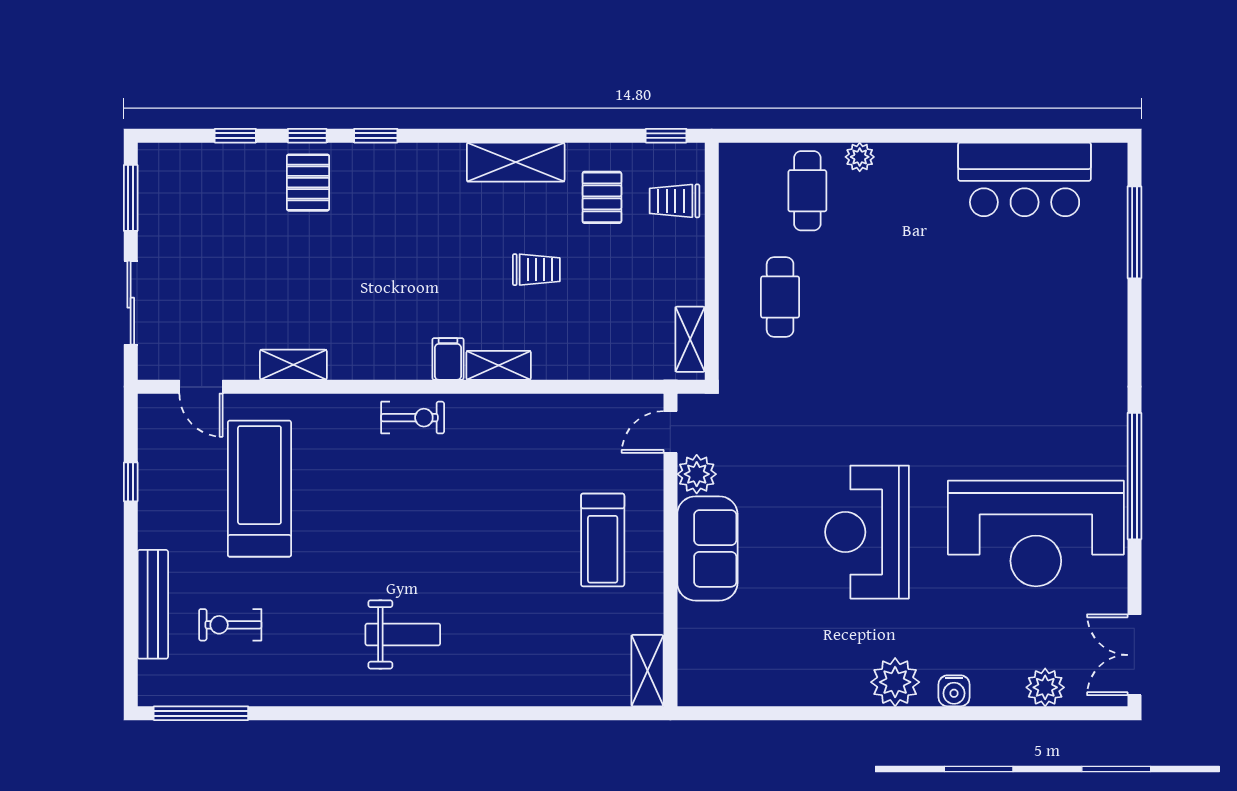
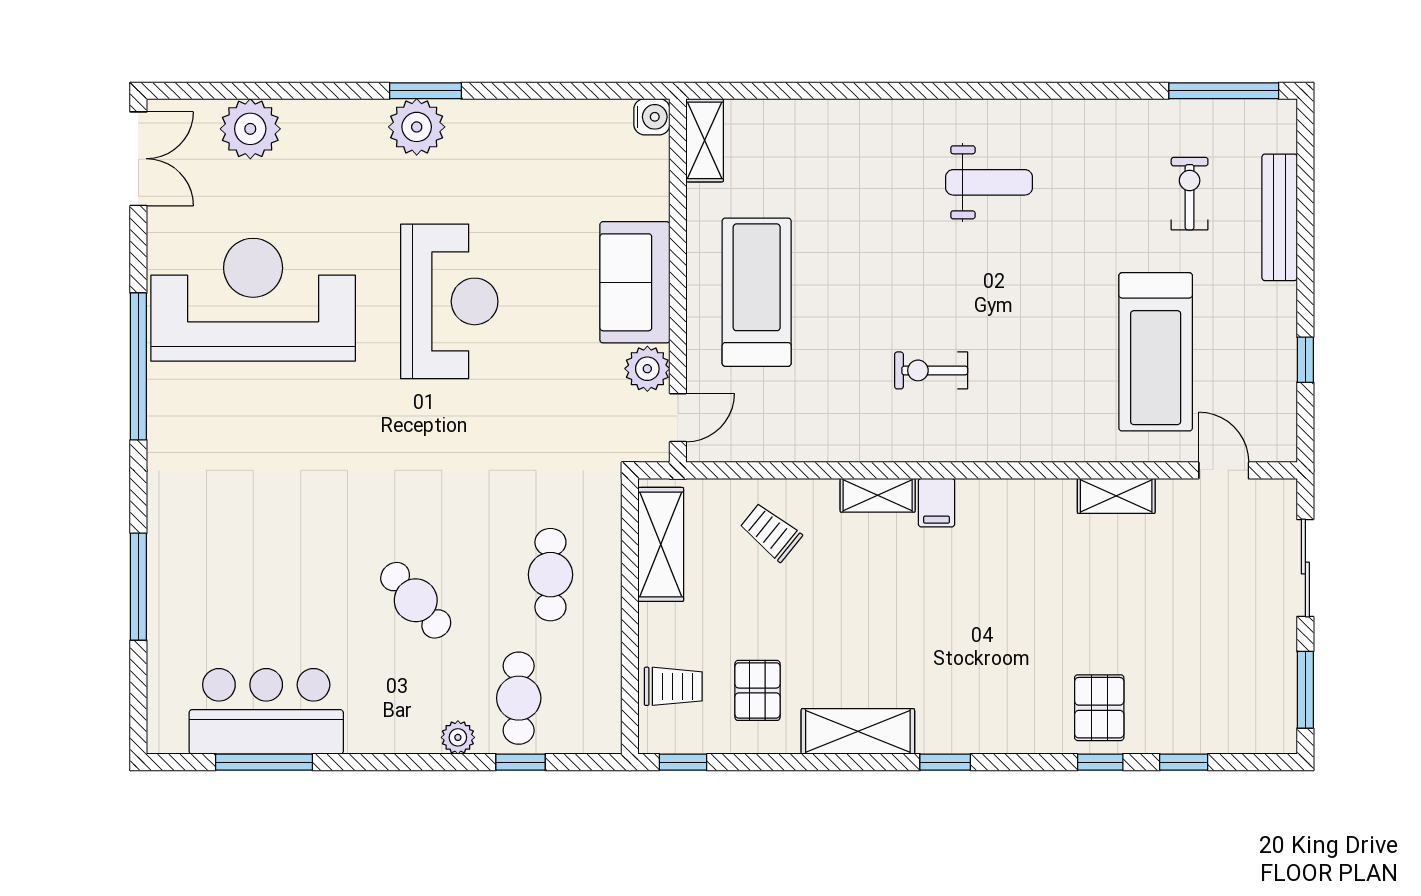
window: (376, 136) -> (945, 762), moved
window: (806, 136) -> (521, 762), added
window: (1026, 136) -> (264, 762), added
window: (1134, 232) -> (138, 587), moved
trolley: (536, 270) -> (771, 532), moved, turned 39
cafe table: (896, 275) -> (416, 600), added
shelving: (690, 339) -> (661, 544), width x1.50, depth x1.33
exercise bike: (413, 418) -> (931, 370), moved
treadmill: (603, 540) -> (757, 292), width x1.37, depth x1.38
exercise bike: (230, 625) -> (1190, 194), turned -90
weight bench: (403, 634) -> (989, 182), turned 180
plant: (1045, 687) -> (250, 129), width x1.36, depth x1.36
water cooler: (954, 691) -> (652, 117), moved, turned 90
window: (888, 713) -> (425, 91), added

